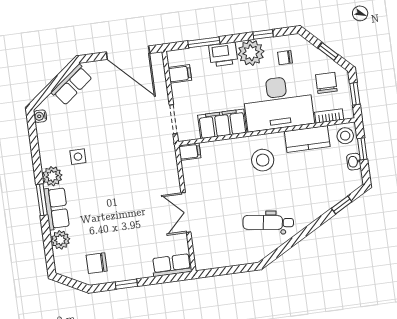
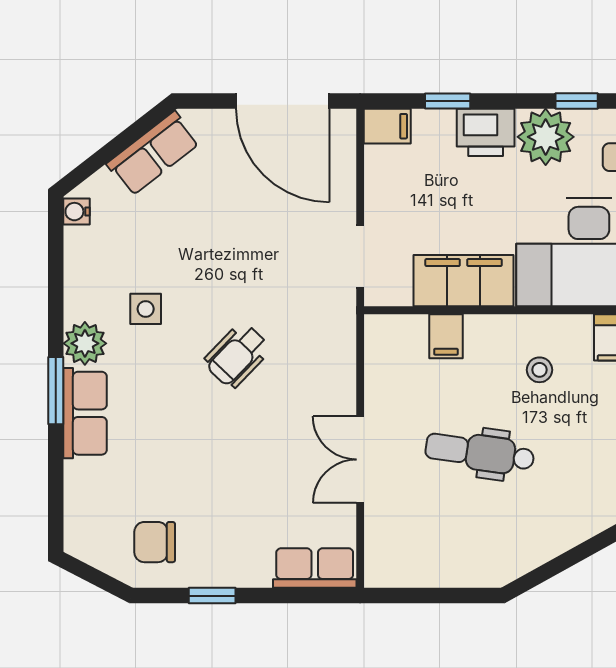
window: (204, 42) -> (448, 101), width x0.67
filing cabinet: (180, 74) -> (387, 126), moved
filing cabinet: (190, 152) -> (446, 336), moved, turned 90
stool: (263, 160) -> (539, 370), width x0.53, depth x0.53
wheelchair: (123, 172) -> (237, 355), added
dental chair: (268, 223) -> (480, 453), moved
plant: (60, 240) -> (84, 482), removed

